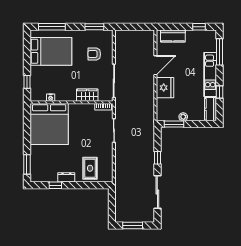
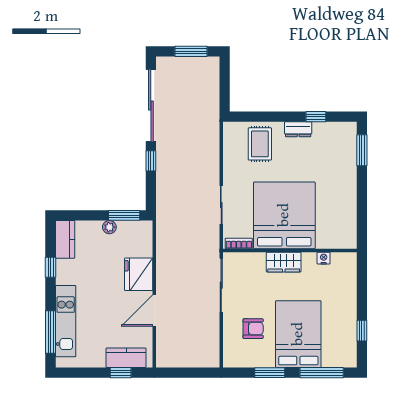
window: (94, 27) -> (270, 373), moved
window: (199, 27) -> (121, 373), moved
bed: (51, 51) -> (298, 334), moved, turned 90
kitchen unit: (210, 74) -> (66, 321), moved
window: (27, 82) -> (362, 331), moved
wardrobe: (87, 95) -> (284, 262), moved
bed: (49, 124) -> (284, 215), moved
sliding door: (157, 192) -> (151, 106), width x1.36

